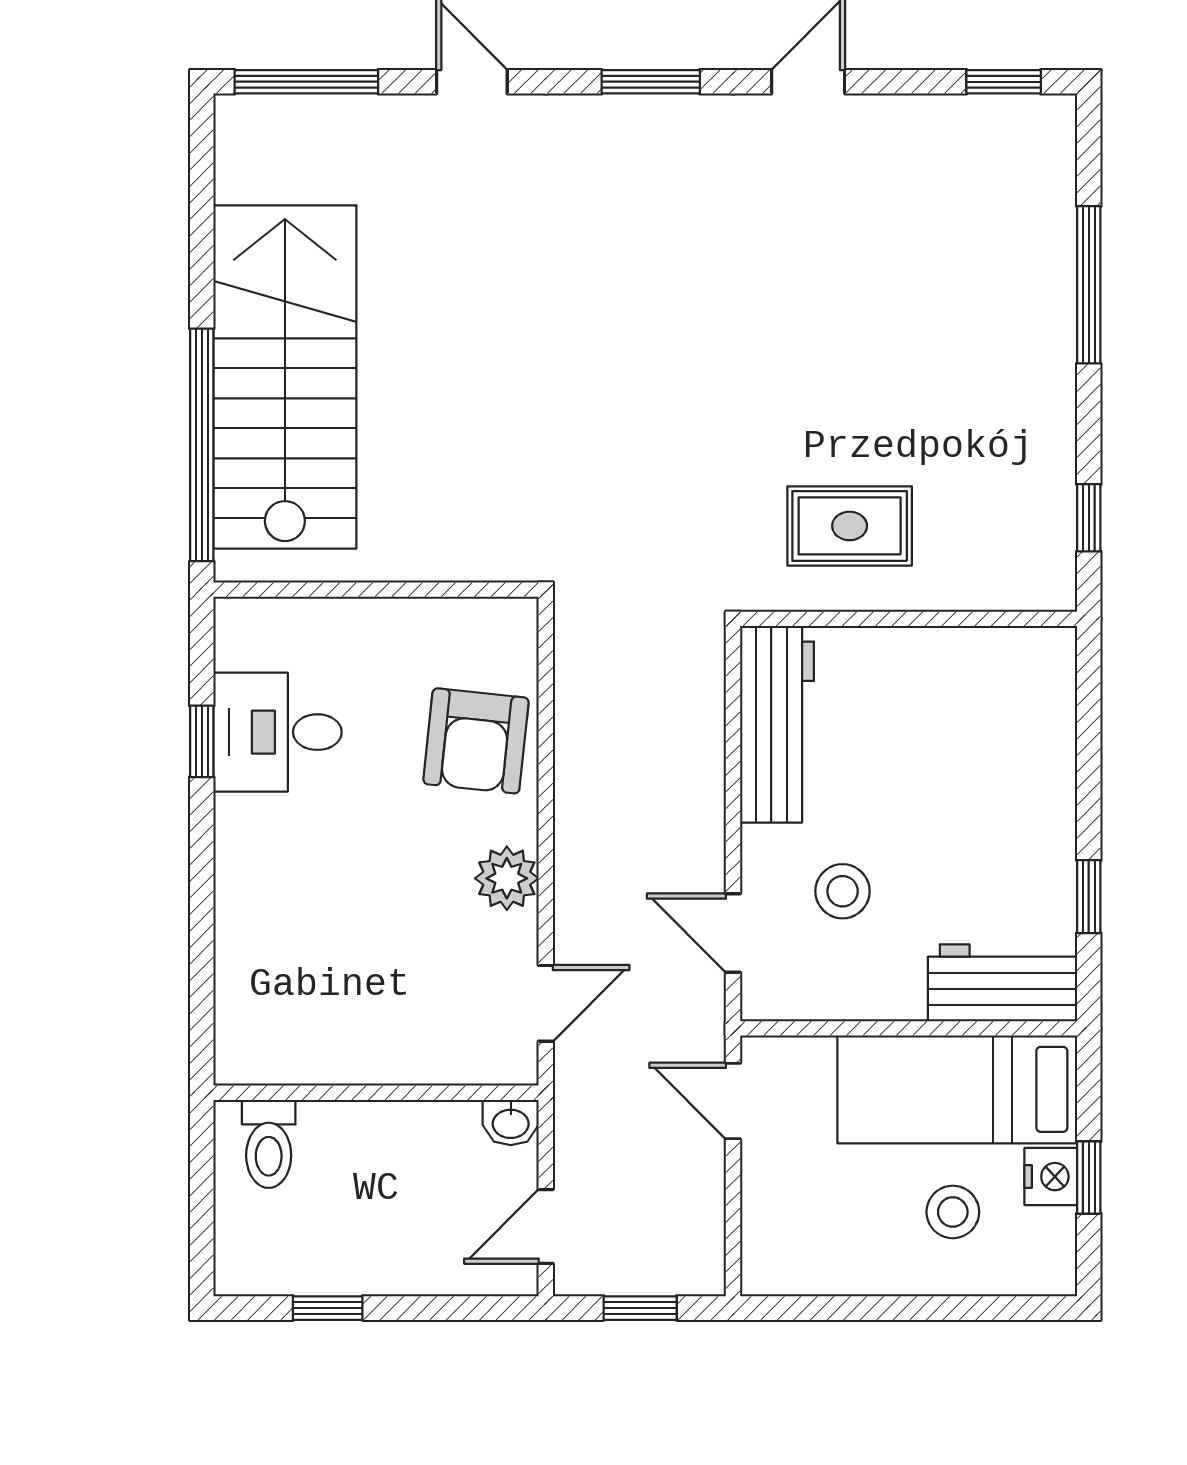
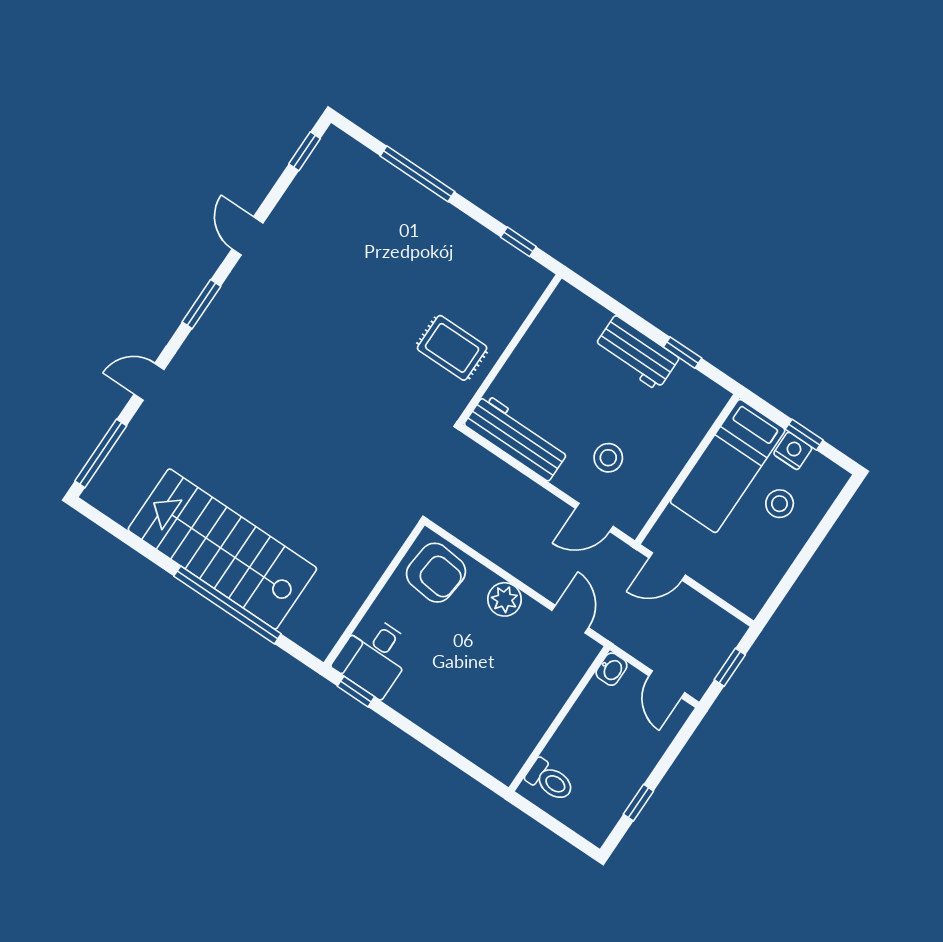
rug: (850, 526) -> (452, 348), turned 90
wall: (376, 590) -> (374, 594), moved
workbench: (1002, 983) -> (636, 353), moved, turned -90

